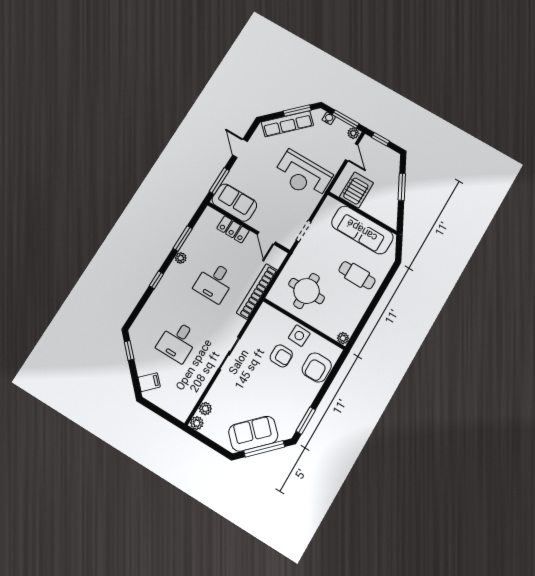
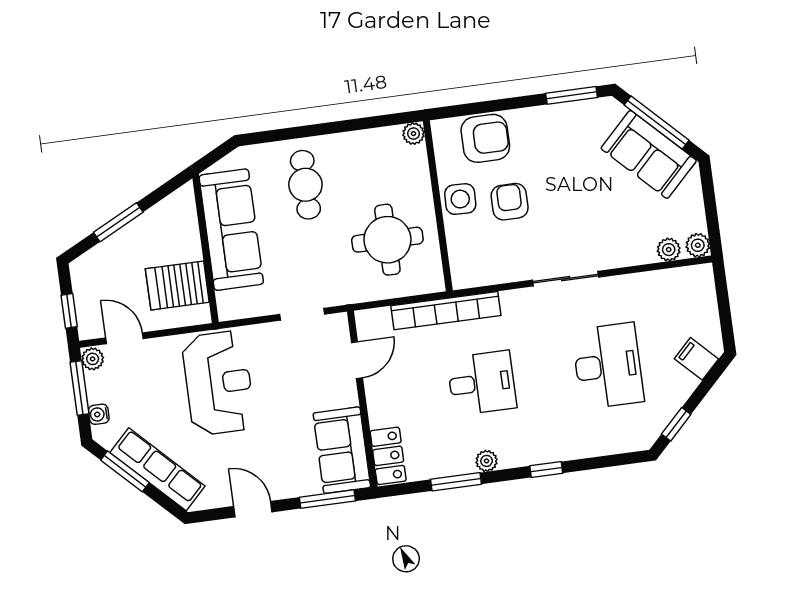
door: (240, 148) -> (253, 509), swing flipped
door: (352, 152) -> (124, 338), hinge flipped
locker: (233, 229) -> (388, 456), moved
desk: (178, 341) -> (608, 366), width x1.37

